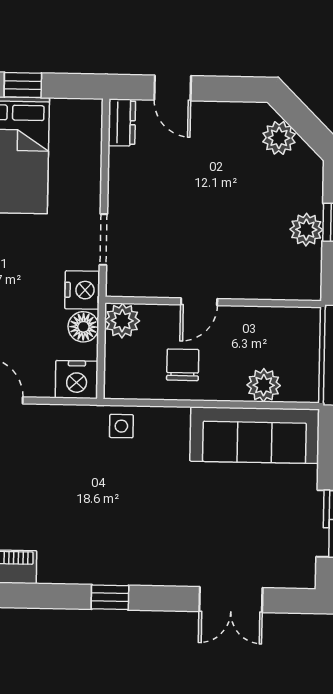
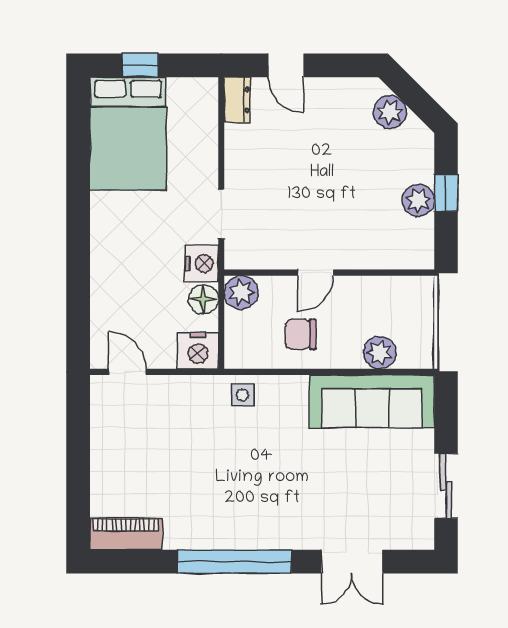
chair: (183, 365) -> (301, 334), turned -90
window: (110, 597) -> (234, 562), width x3.17

